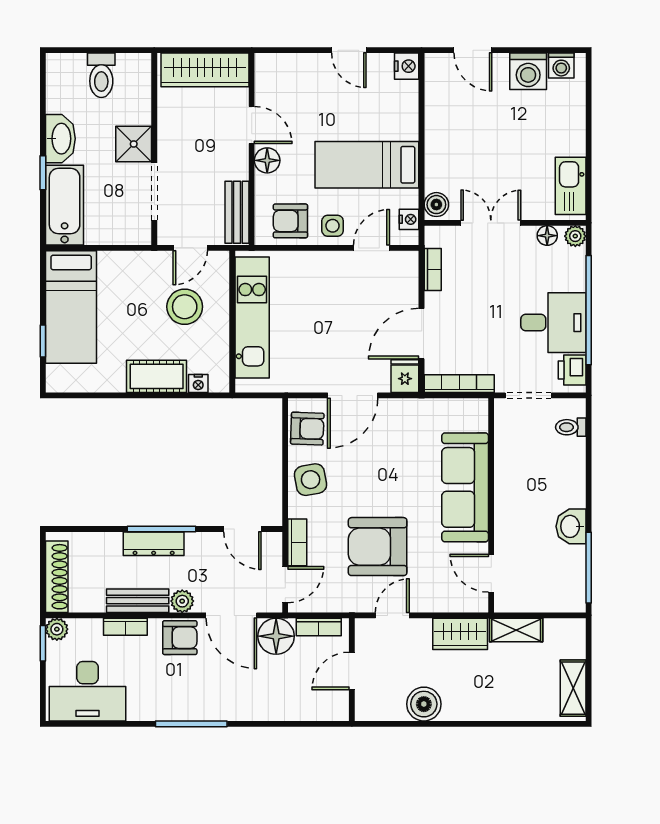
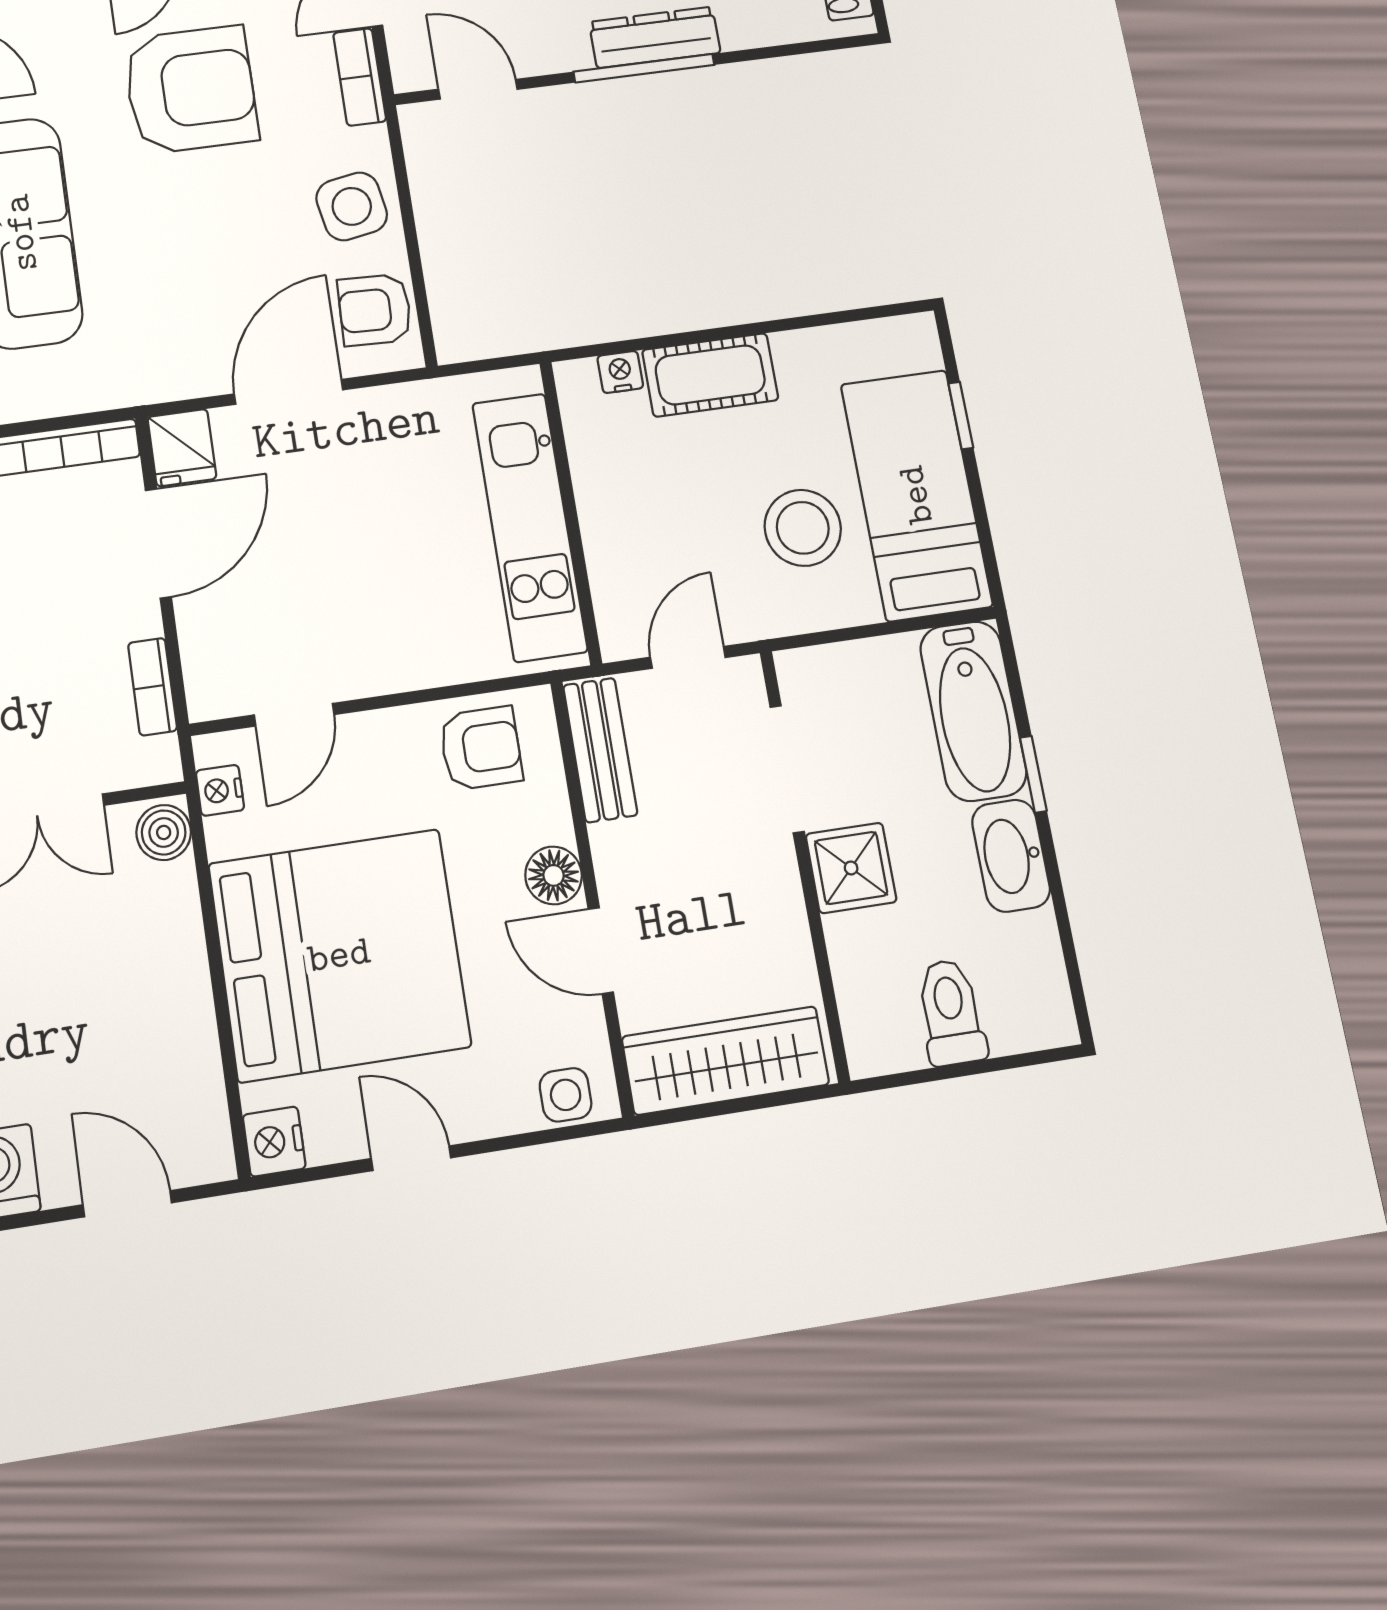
bed: (367, 165) -> (339, 955), width x2.04
side table: (333, 226) -> (566, 1095), moved
stool: (185, 307) -> (803, 528), moved

